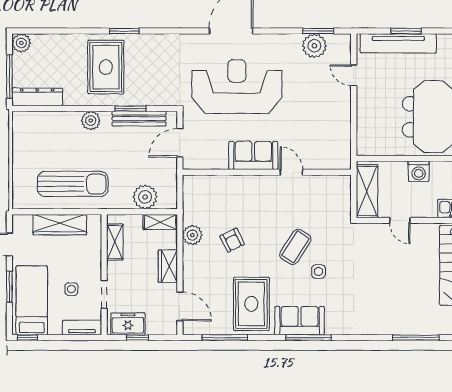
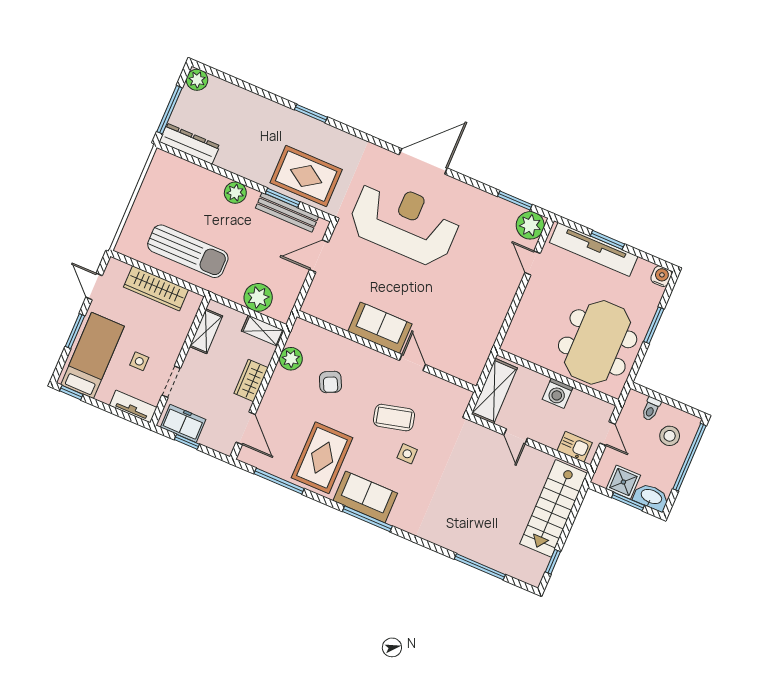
plant: (314, 46) -> (530, 225), moved
rug: (106, 67) -> (306, 176), moved, turned 90
sofa: (253, 155) -> (380, 328), moved
wall: (267, 172) -> (387, 351), moved
door: (291, 172) -> (412, 362), moved
coffee table: (295, 247) -> (394, 418), turned 43

